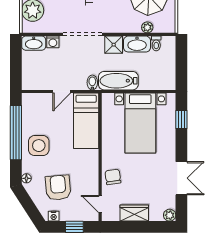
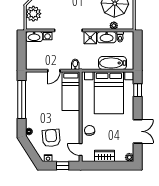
bathtub: (118, 81) -> (113, 63), moved
bed with nightstands: (140, 123) -> (109, 93), width x1.36
side table: (39, 146) -> (38, 108), removed

